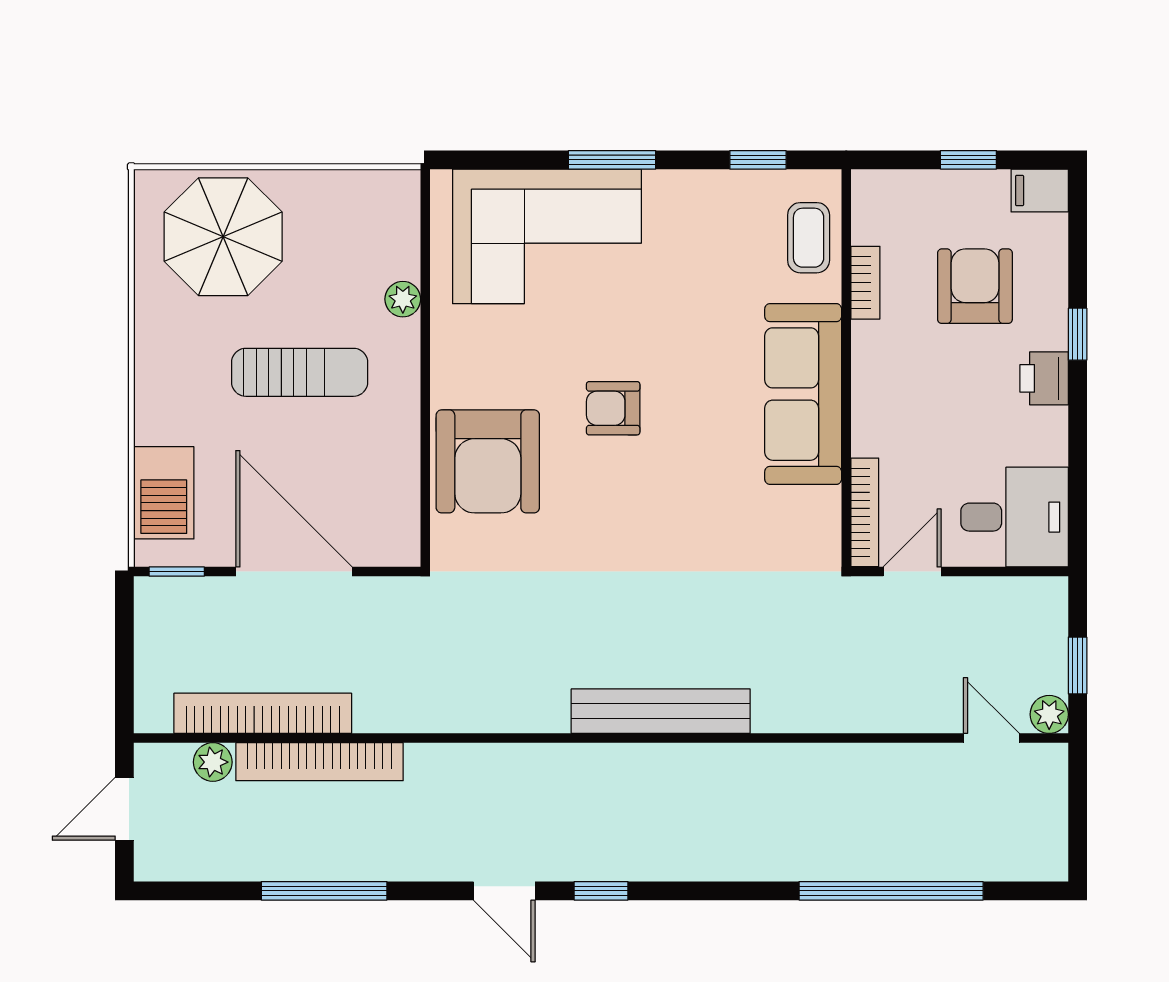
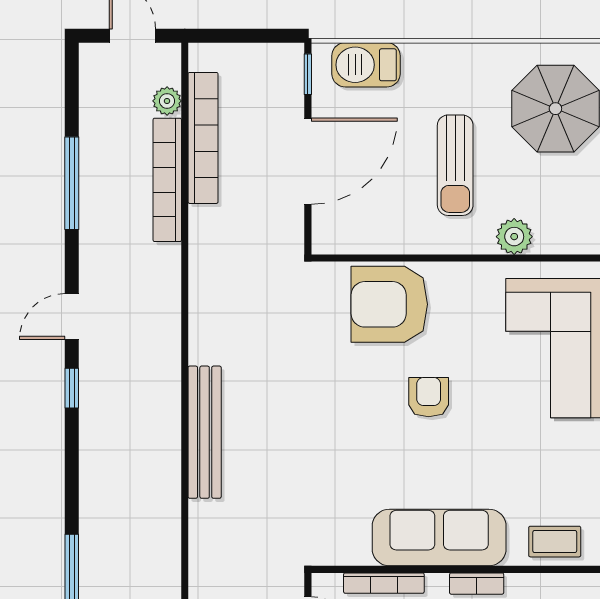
bookcase: (865, 283) -> (477, 584), moved
plant: (403, 299) -> (514, 237), width x1.38, depth x1.38
bookcase: (865, 512) -> (384, 583), moved

